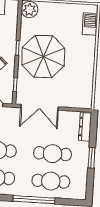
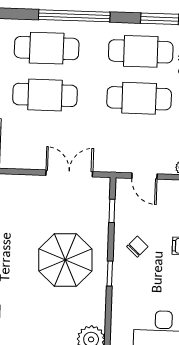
parasol: (43, 57) -> (65, 260), width x0.73, depth x0.73
double door: (40, 107) -> (69, 173), width x0.73

